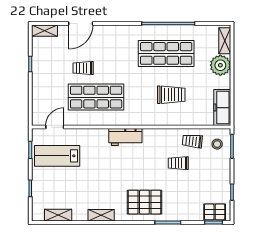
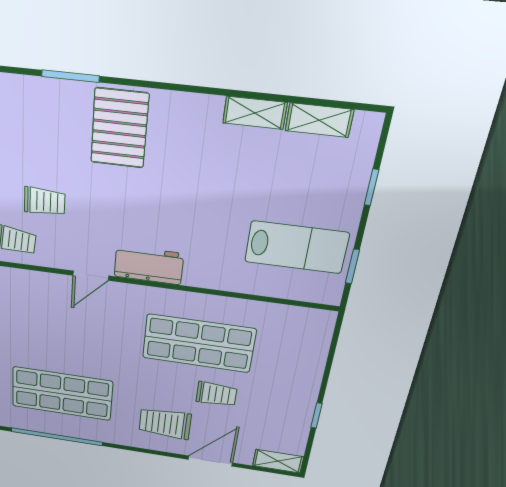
trolley: (171, 95) -> (165, 423), moved
door: (55, 127) -> (91, 276), moved
pallet: (144, 202) -> (119, 128), turned 90
shelving: (101, 215) -> (255, 113), moved

